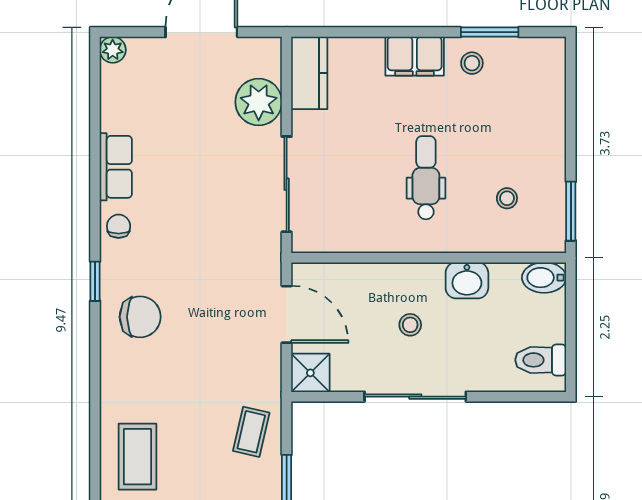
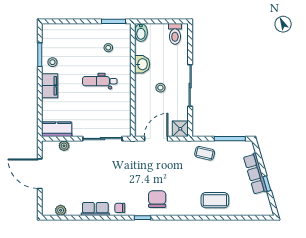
plant: (113, 50) -> (61, 210), moved
plant: (259, 102) -> (64, 146), width x0.53, depth x0.53

